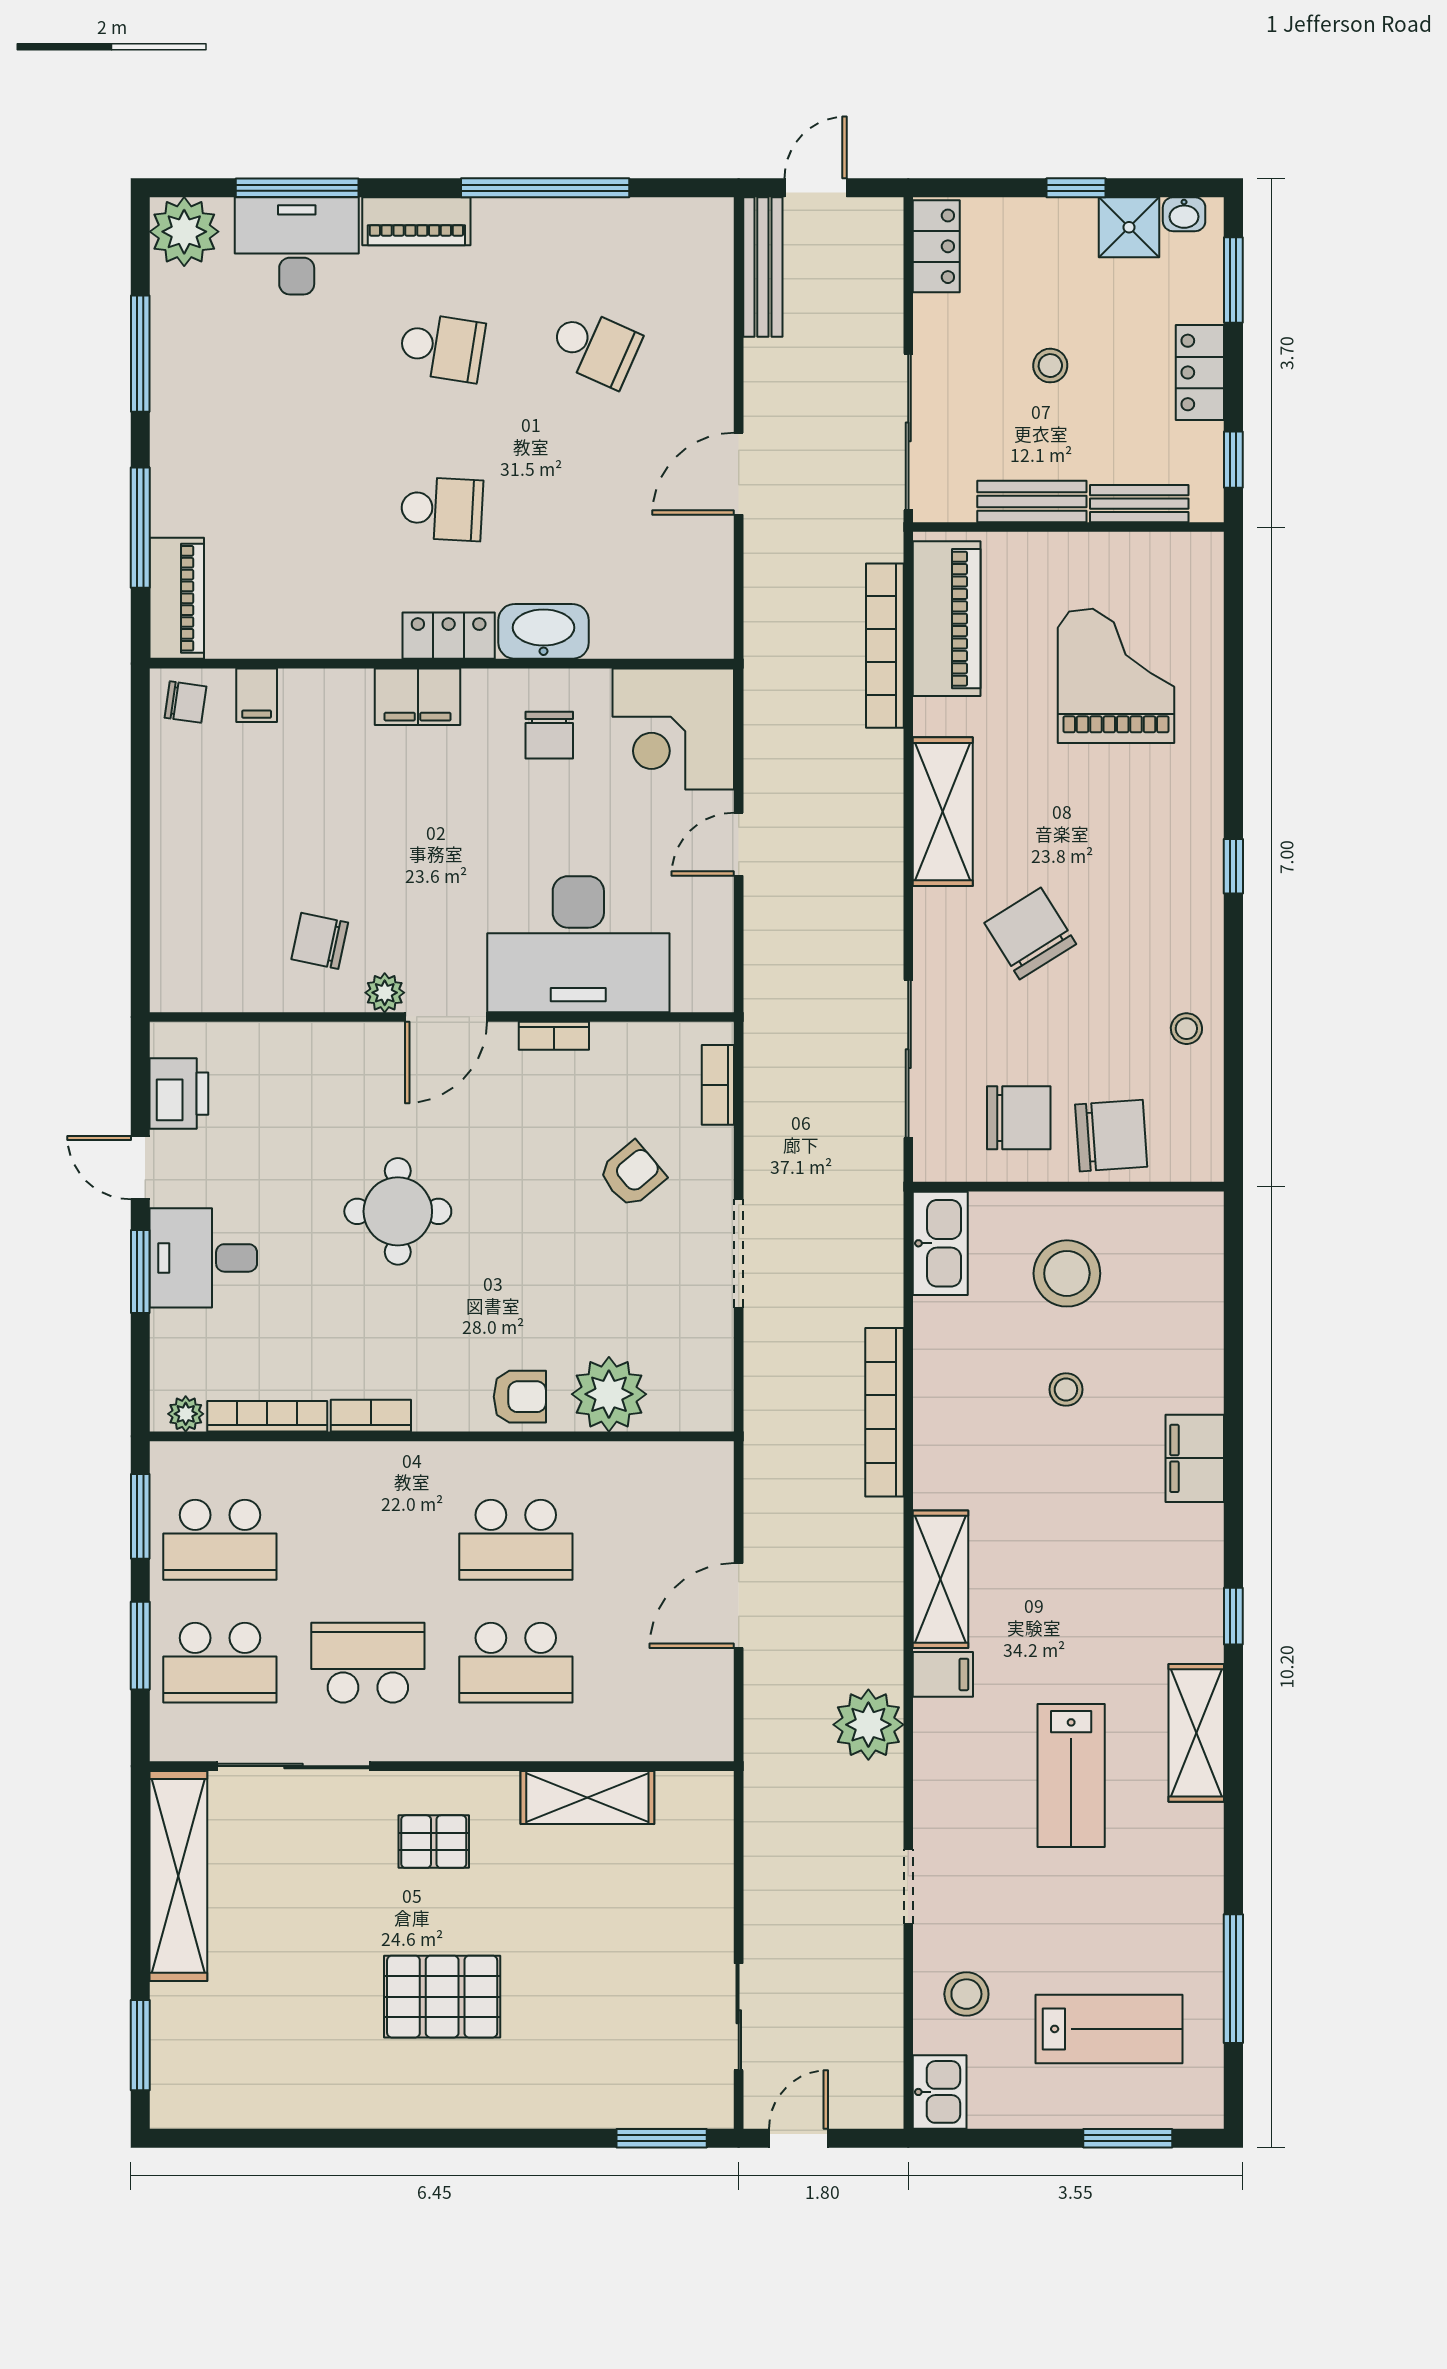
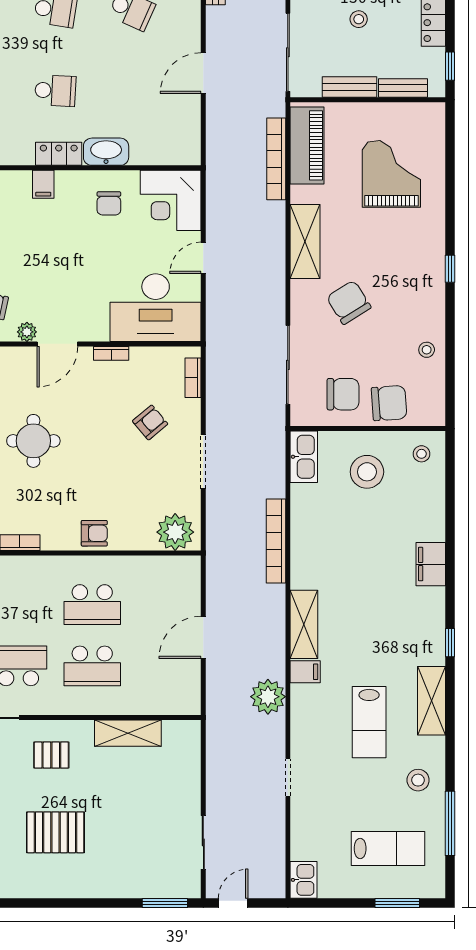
filing cabinet: (418, 697) -> (43, 184), width x0.50
desk: (578, 944) -> (156, 308), moved
stool: (1066, 1389) -> (422, 454), moved
plant: (609, 1394) -> (175, 532), moved
stool: (966, 1994) -> (418, 780), moved

